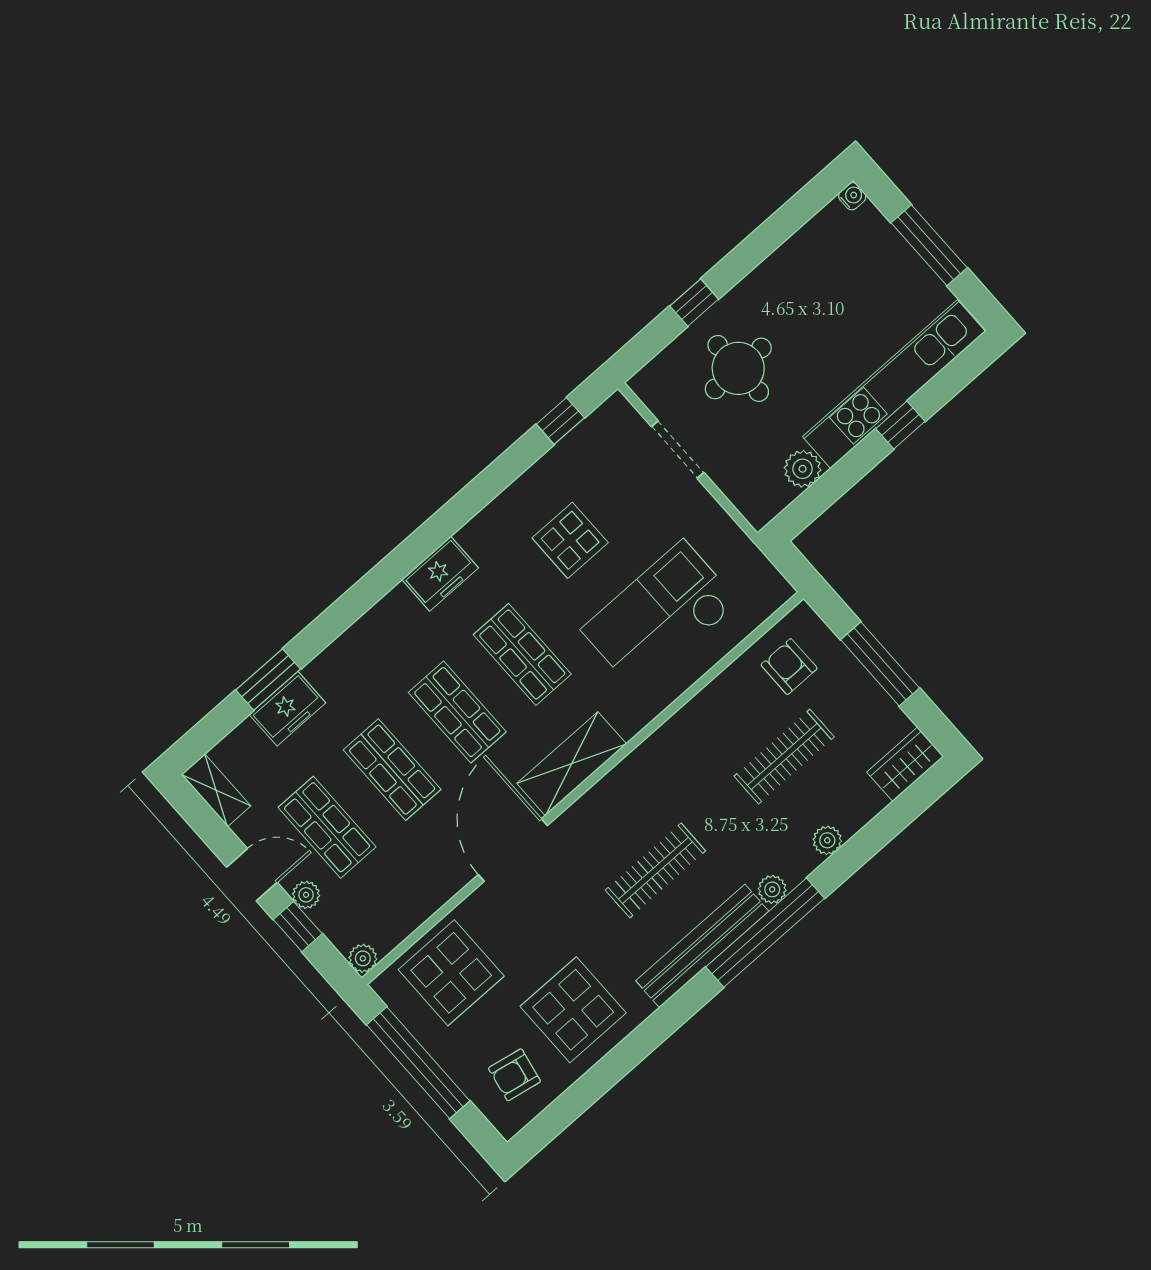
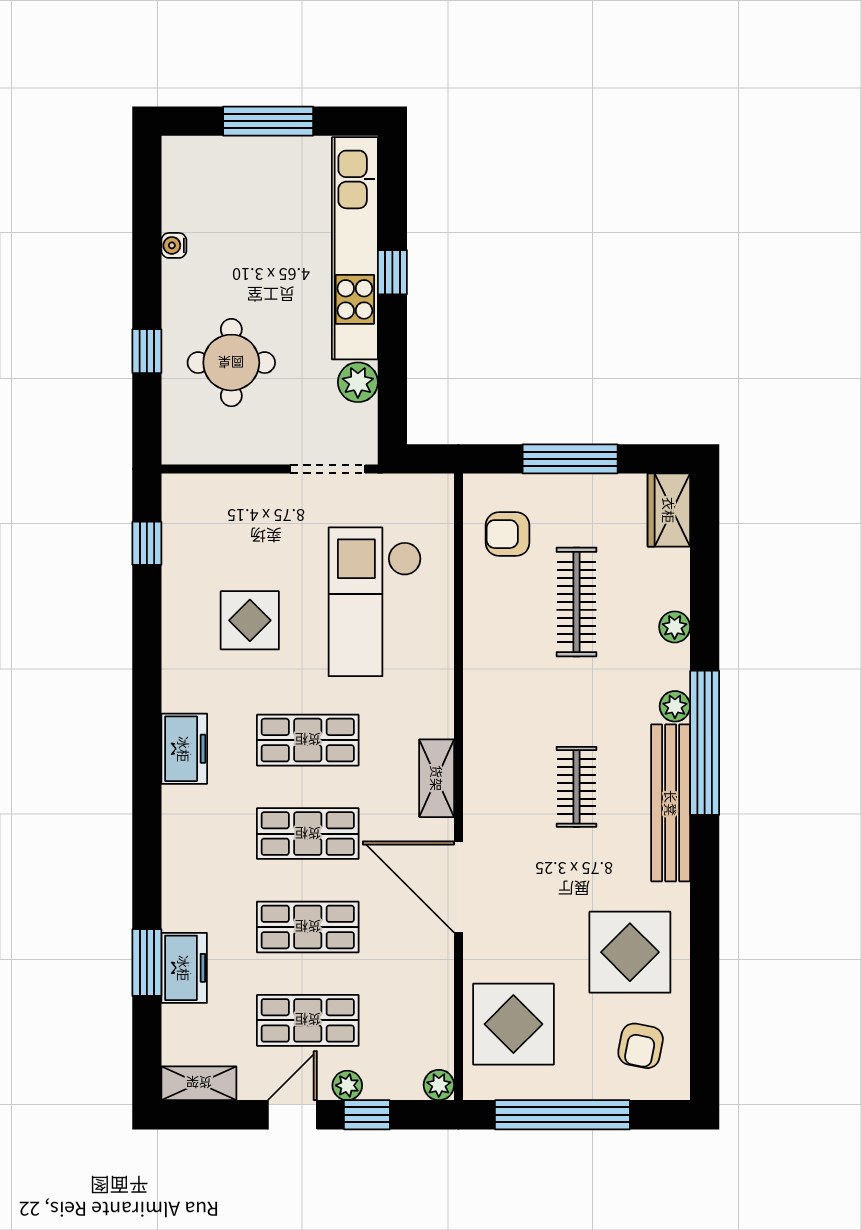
water cooler: (852, 196) -> (174, 245), moved, turned -90
doorway: (678, 450) -> (328, 469), moved
shelving: (572, 764) -> (437, 778), width x0.67, depth x0.75
clothes rail: (655, 870) -> (576, 787), width x0.73

